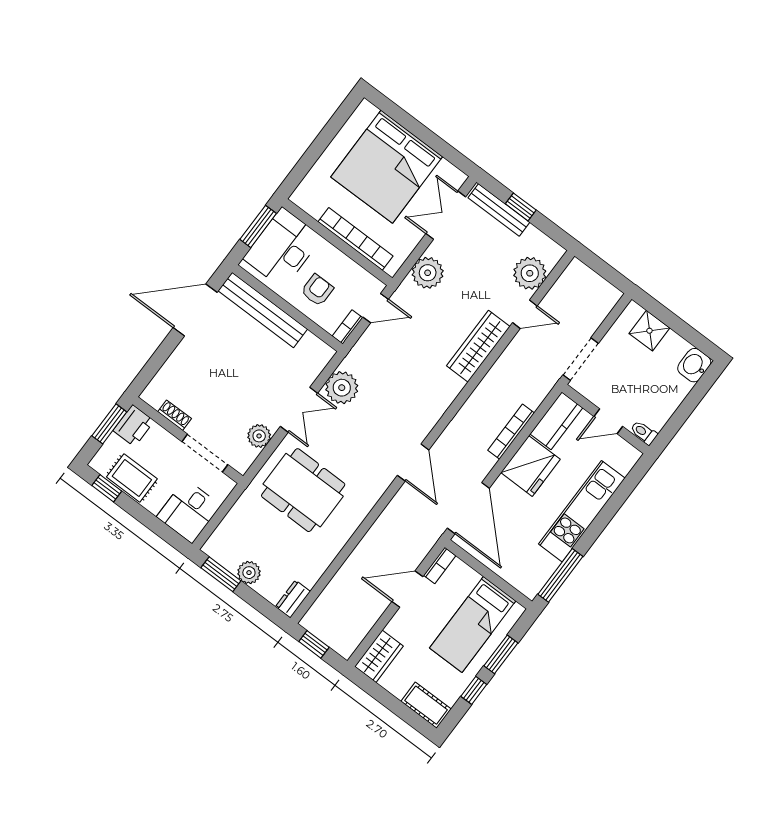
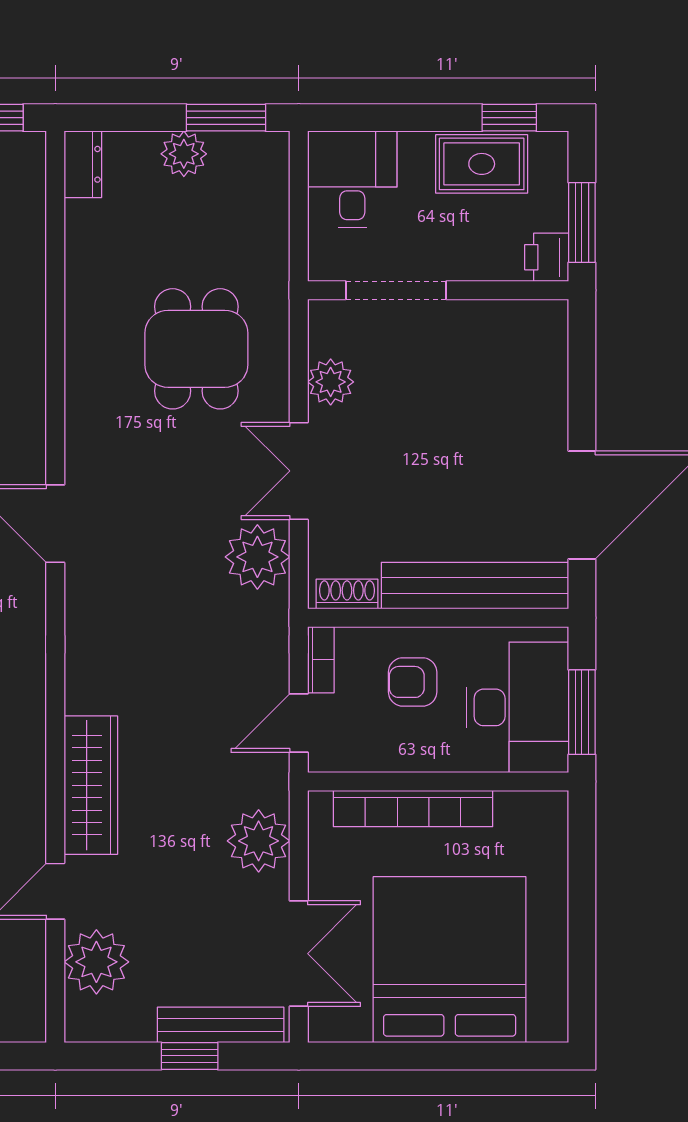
armchair: (317, 290) -> (413, 682), turned 90
shoe rack: (175, 415) -> (347, 594), moved, turned 180
printer: (134, 426) -> (547, 257), width x0.73, depth x0.81
dining table: (303, 490) -> (196, 349), width x0.73

